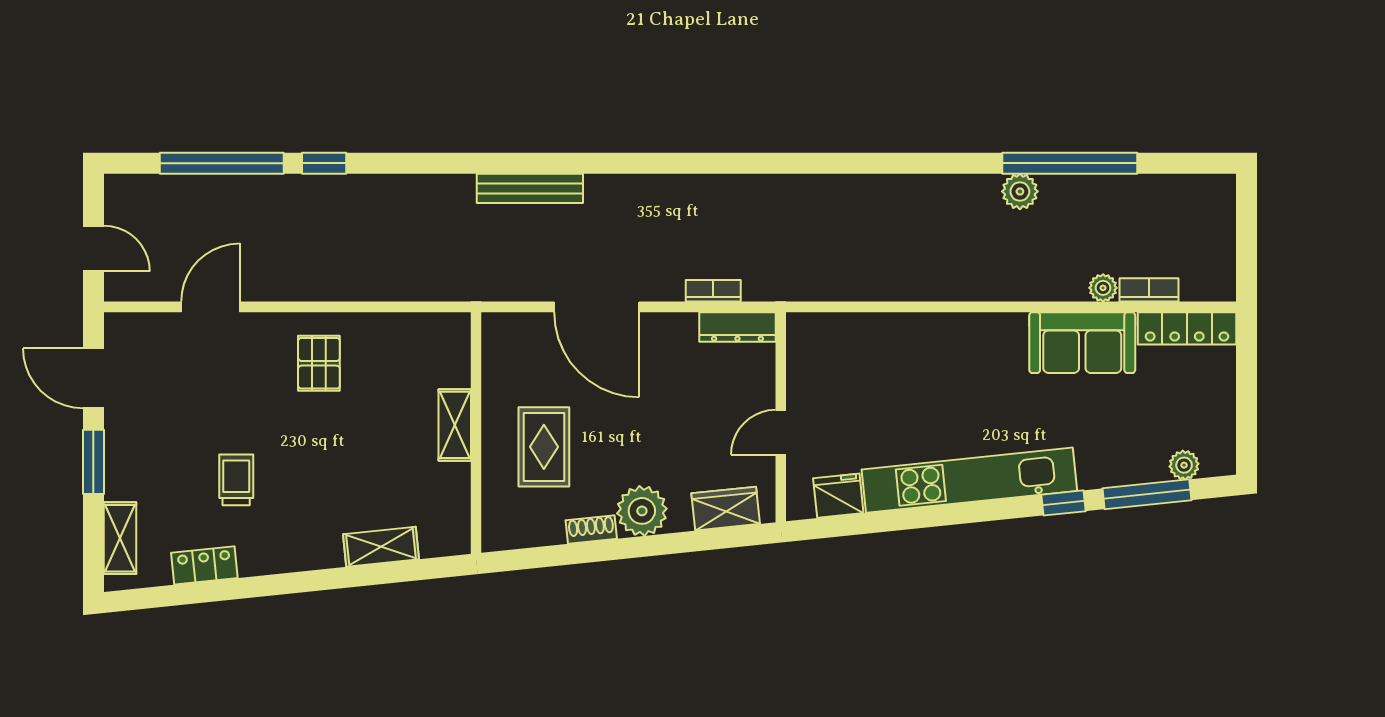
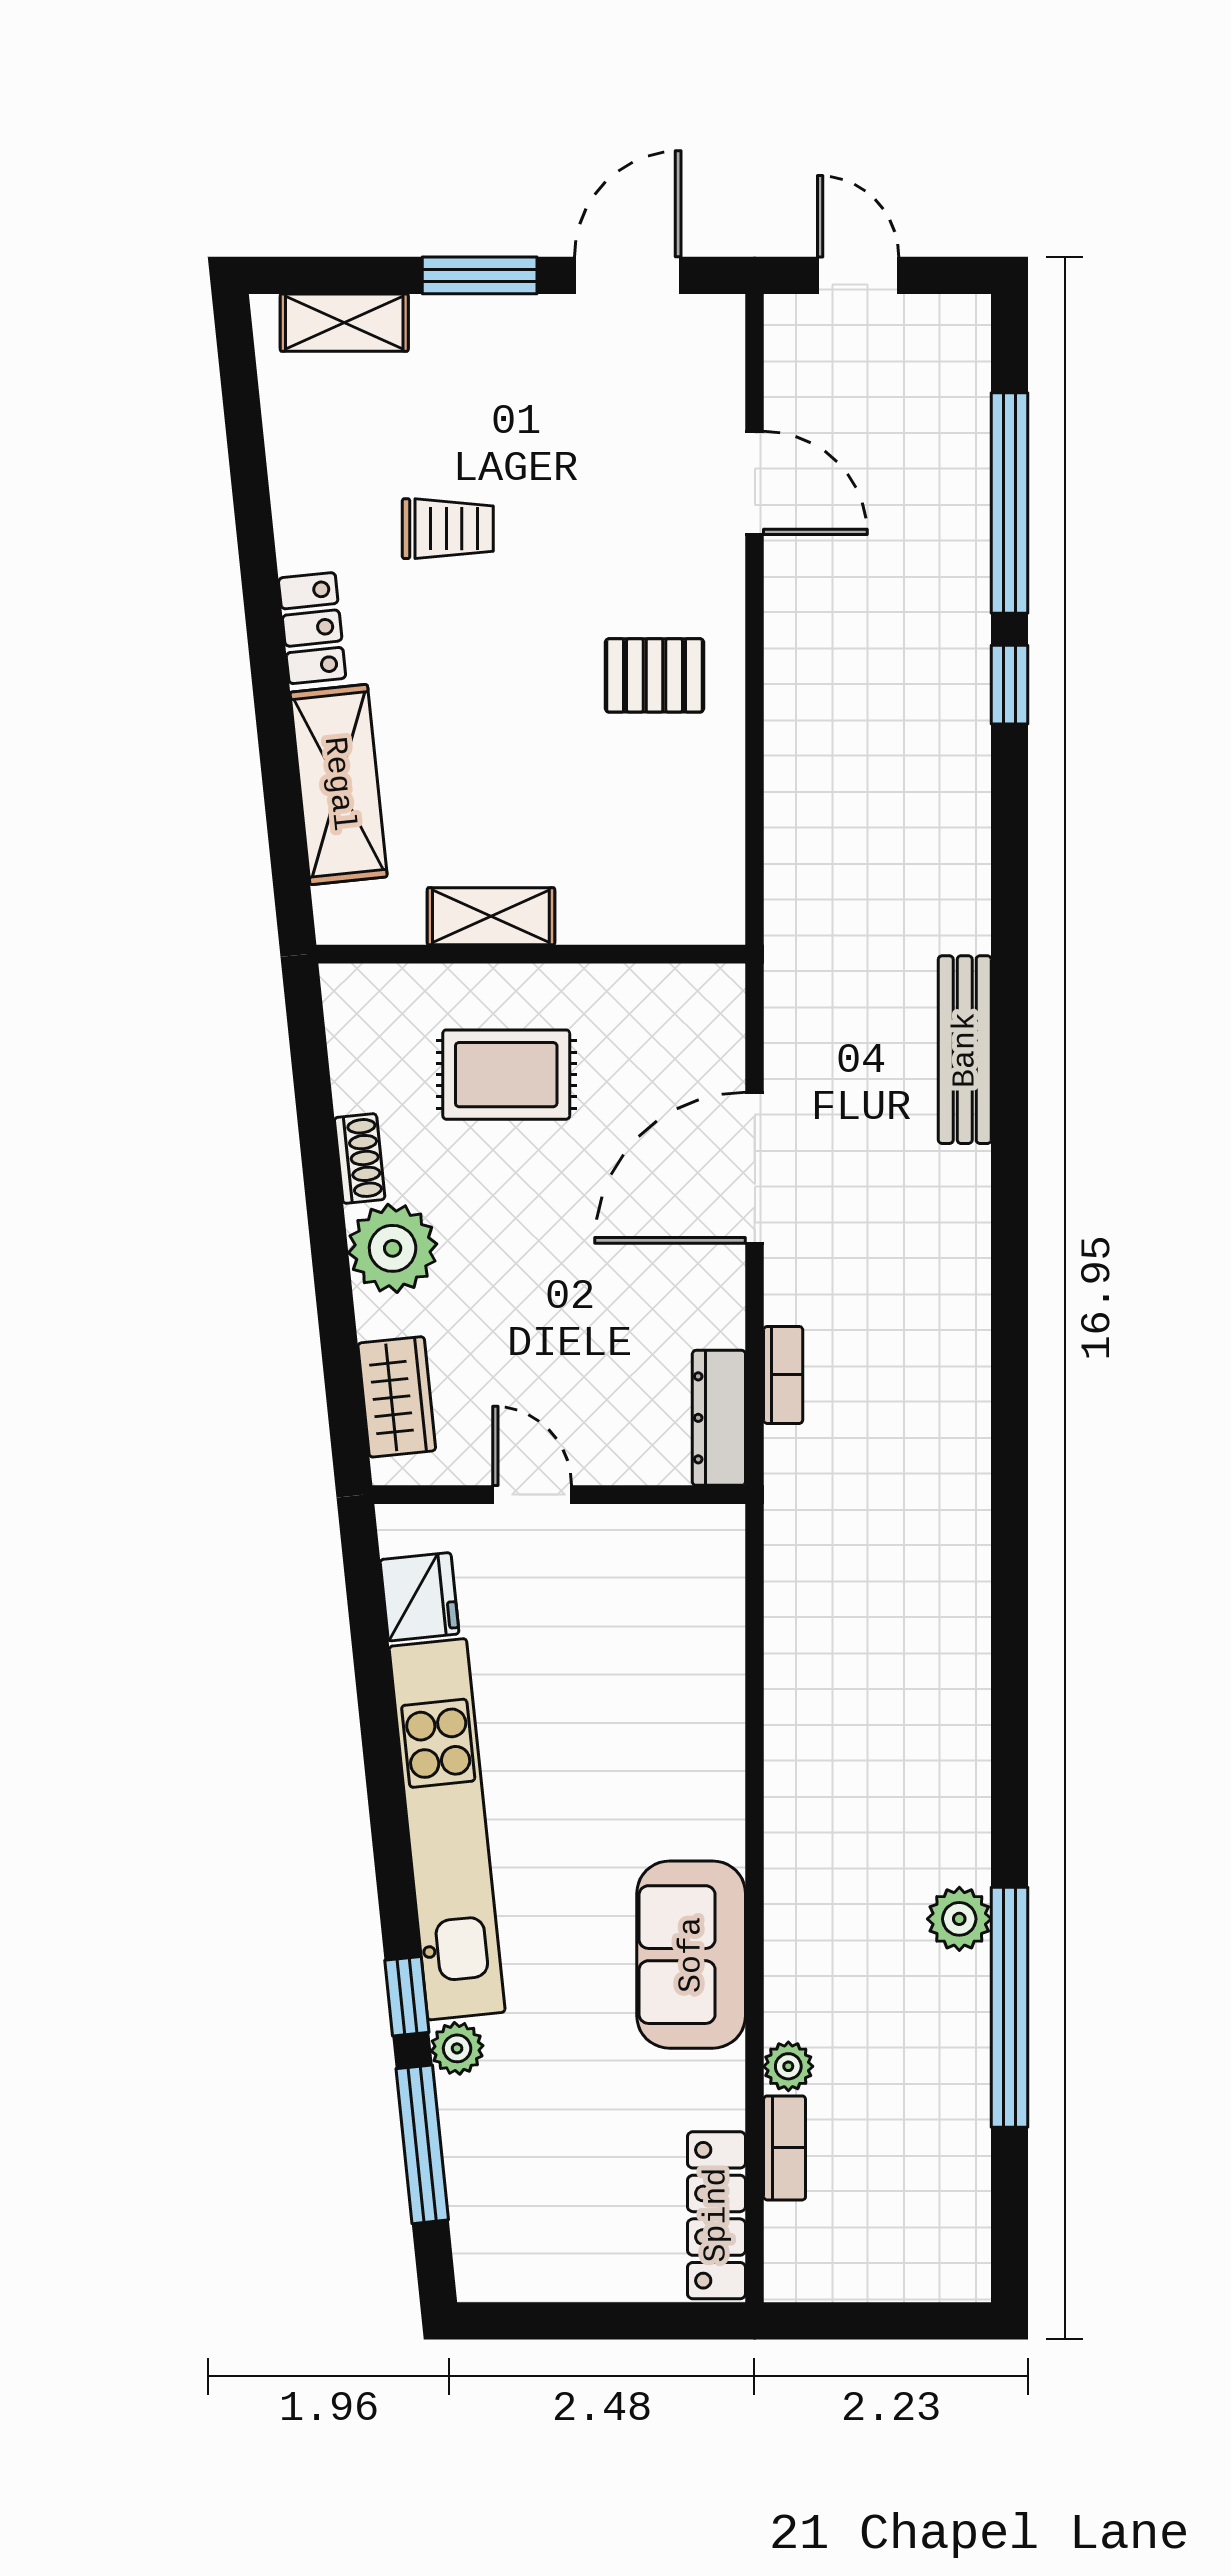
door: (93, 248) -> (858, 275), swing flipped
sofa: (1082, 343) -> (691, 1955), moved
shelving: (455, 425) -> (491, 916), moved
plant: (1184, 465) -> (457, 2048), moved
shelving: (381, 547) -> (339, 784), width x1.50, depth x1.33
locker: (204, 565) -> (312, 628), moved

